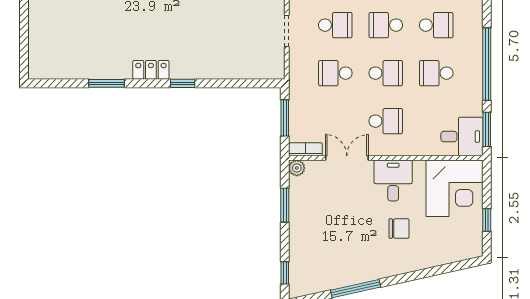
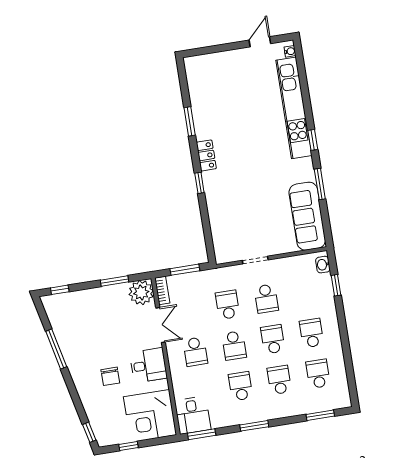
school desk: (436, 25) -> (279, 380), turned 180
window: (487, 64) -> (254, 426), width x0.47
plant: (297, 168) -> (141, 293), width x1.87, depth x1.87
window: (463, 265) -> (89, 432), added

